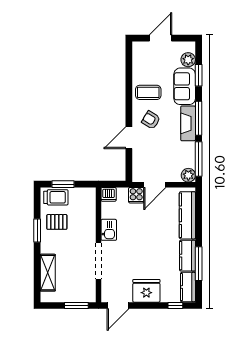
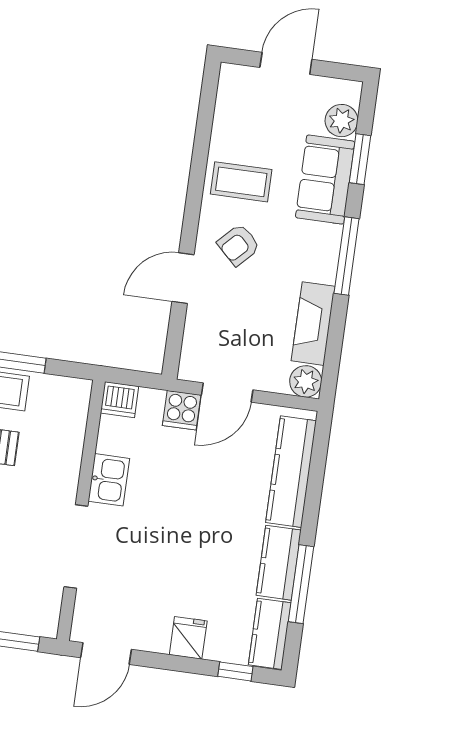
armchair: (151, 120) -> (239, 245), turned -77
fireplace: (188, 123) -> (313, 324), moved
window: (199, 159) -> (334, 348), removed
fridge: (146, 291) -> (188, 638), width x0.53, depth x0.75

